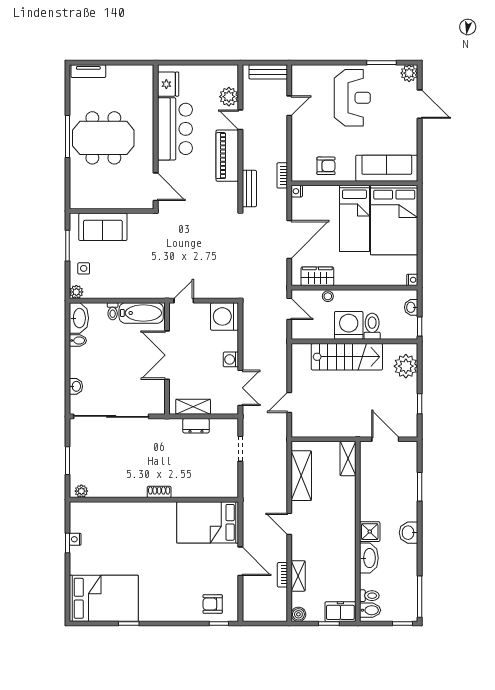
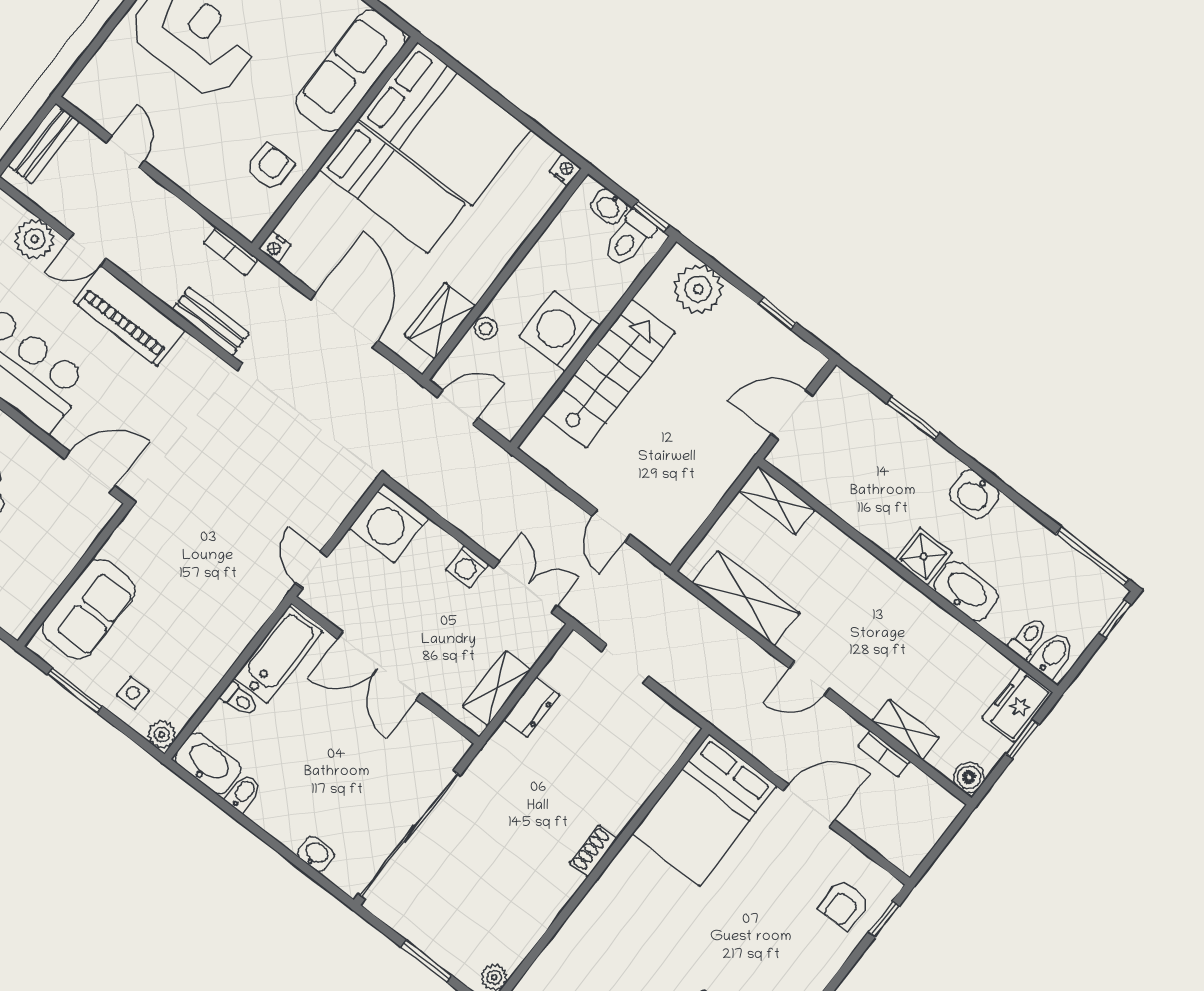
toilet: (372, 326) -> (629, 239), moved, turned -90

